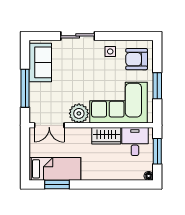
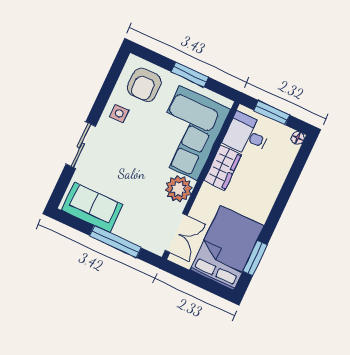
bed: (55, 169) -> (227, 248), width x1.50

